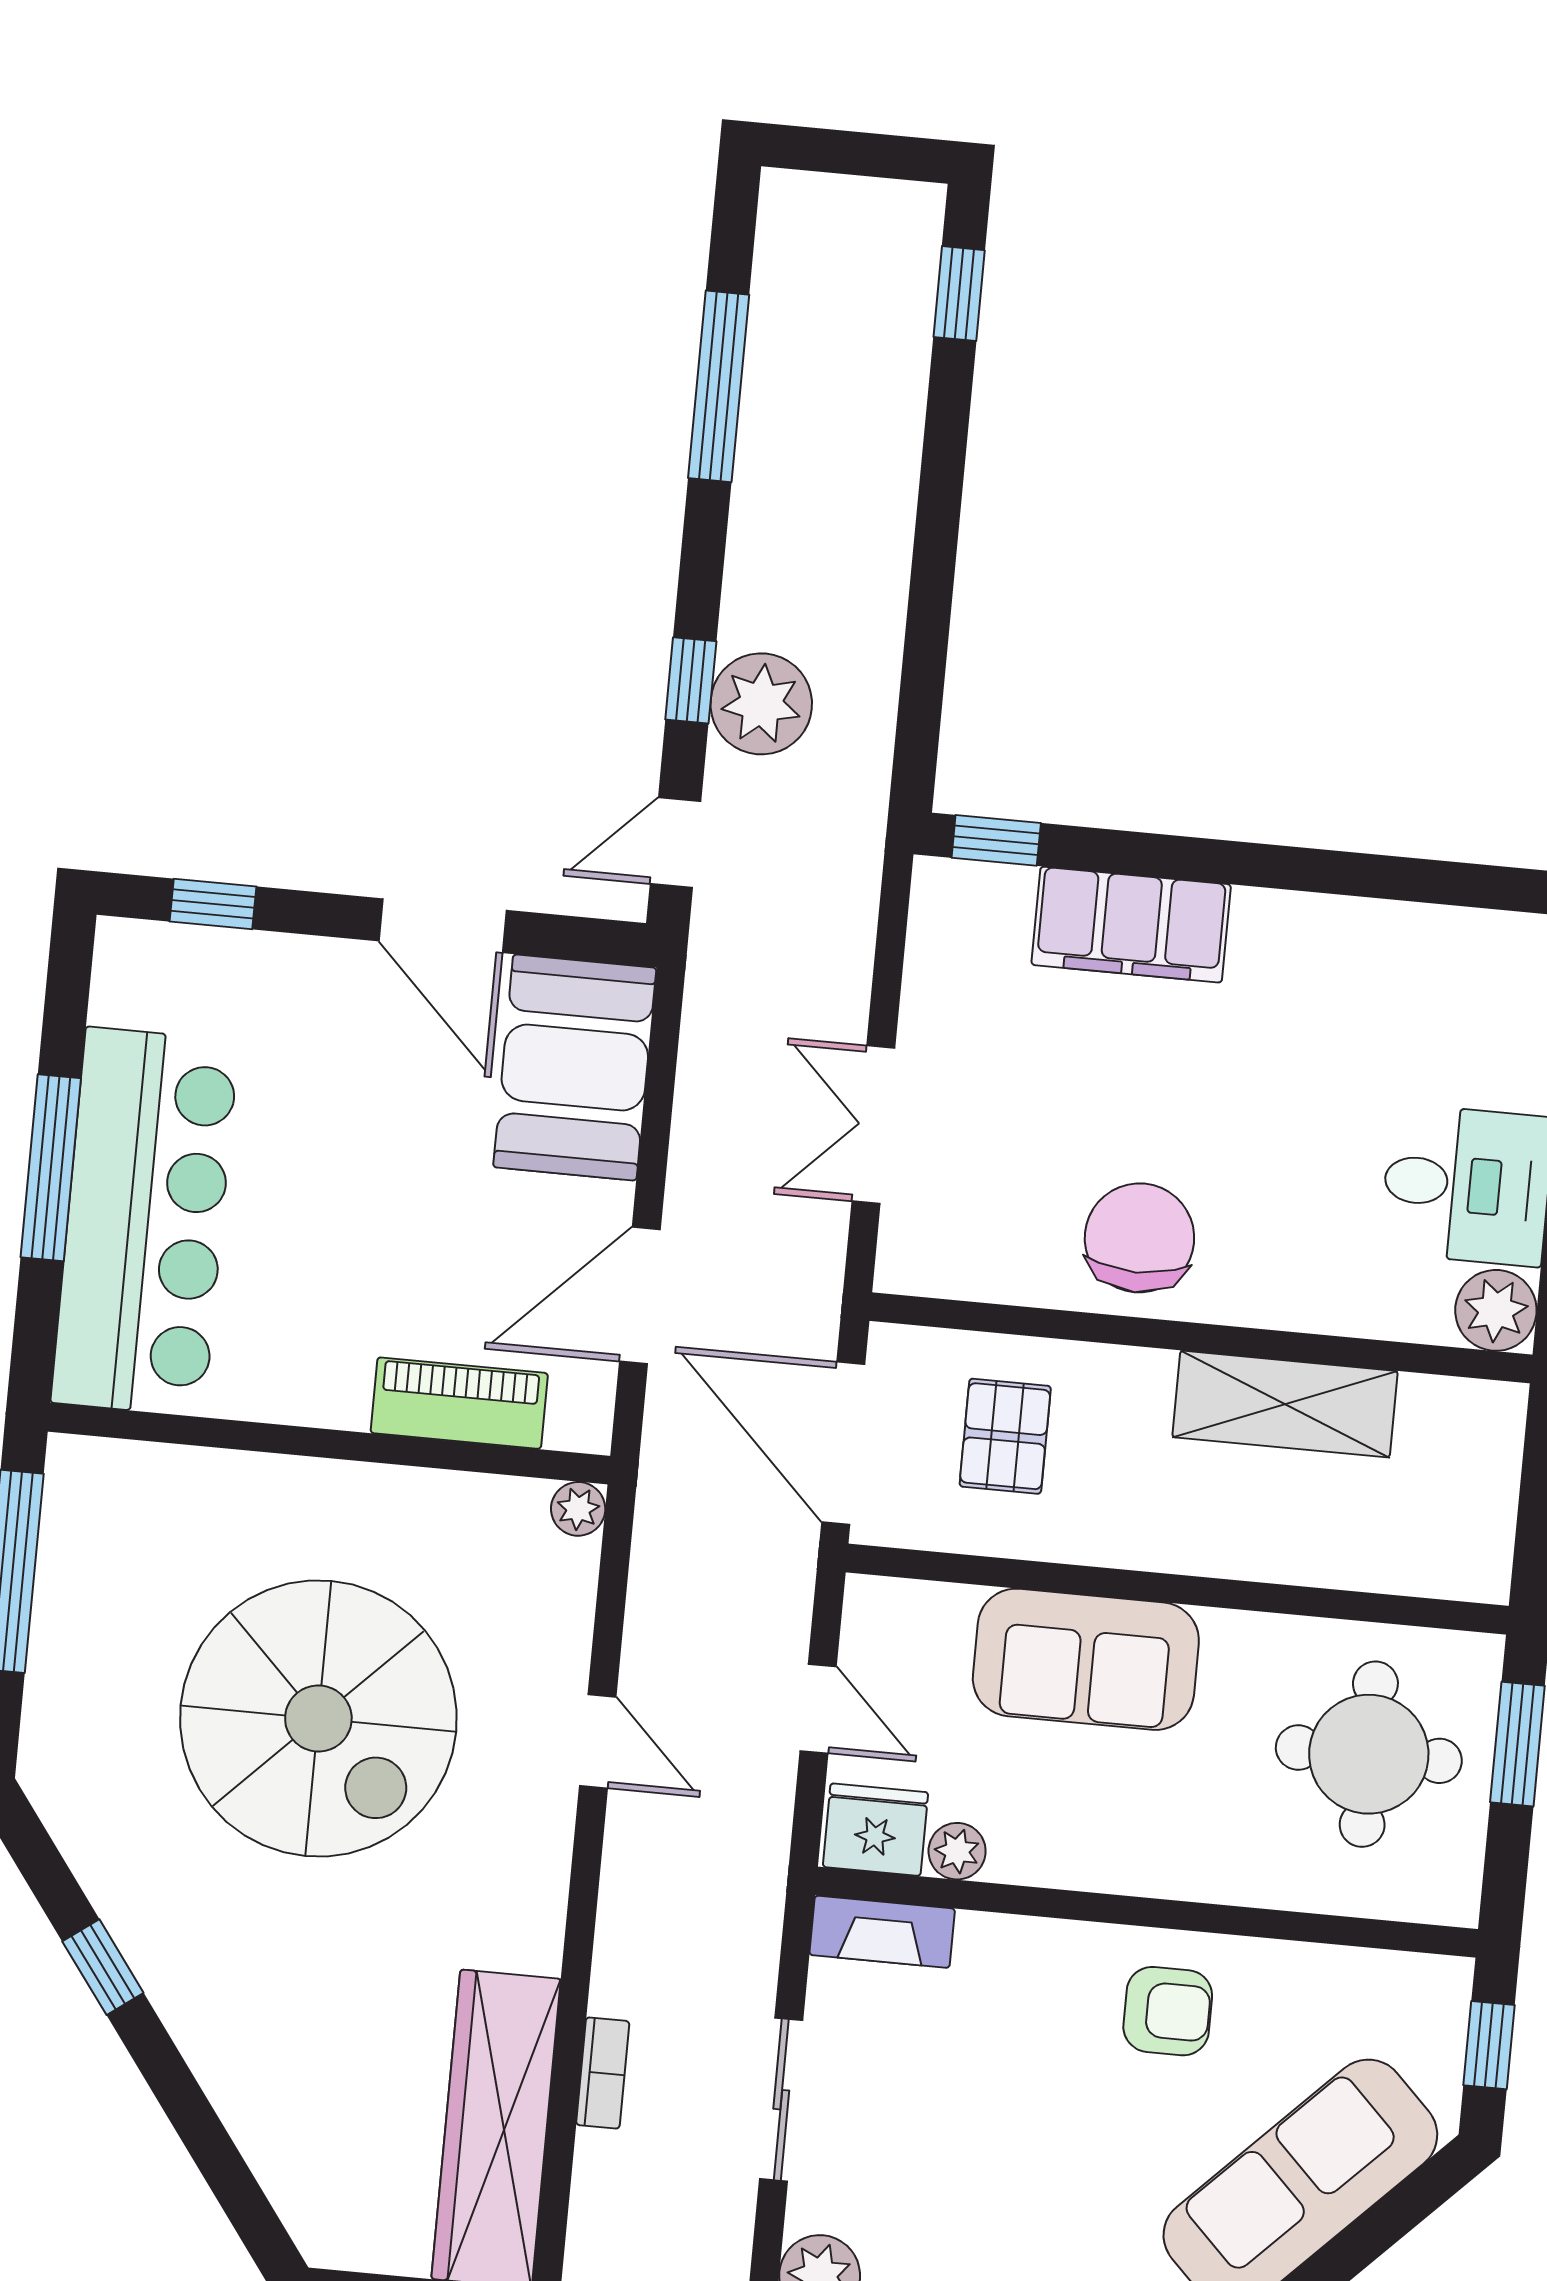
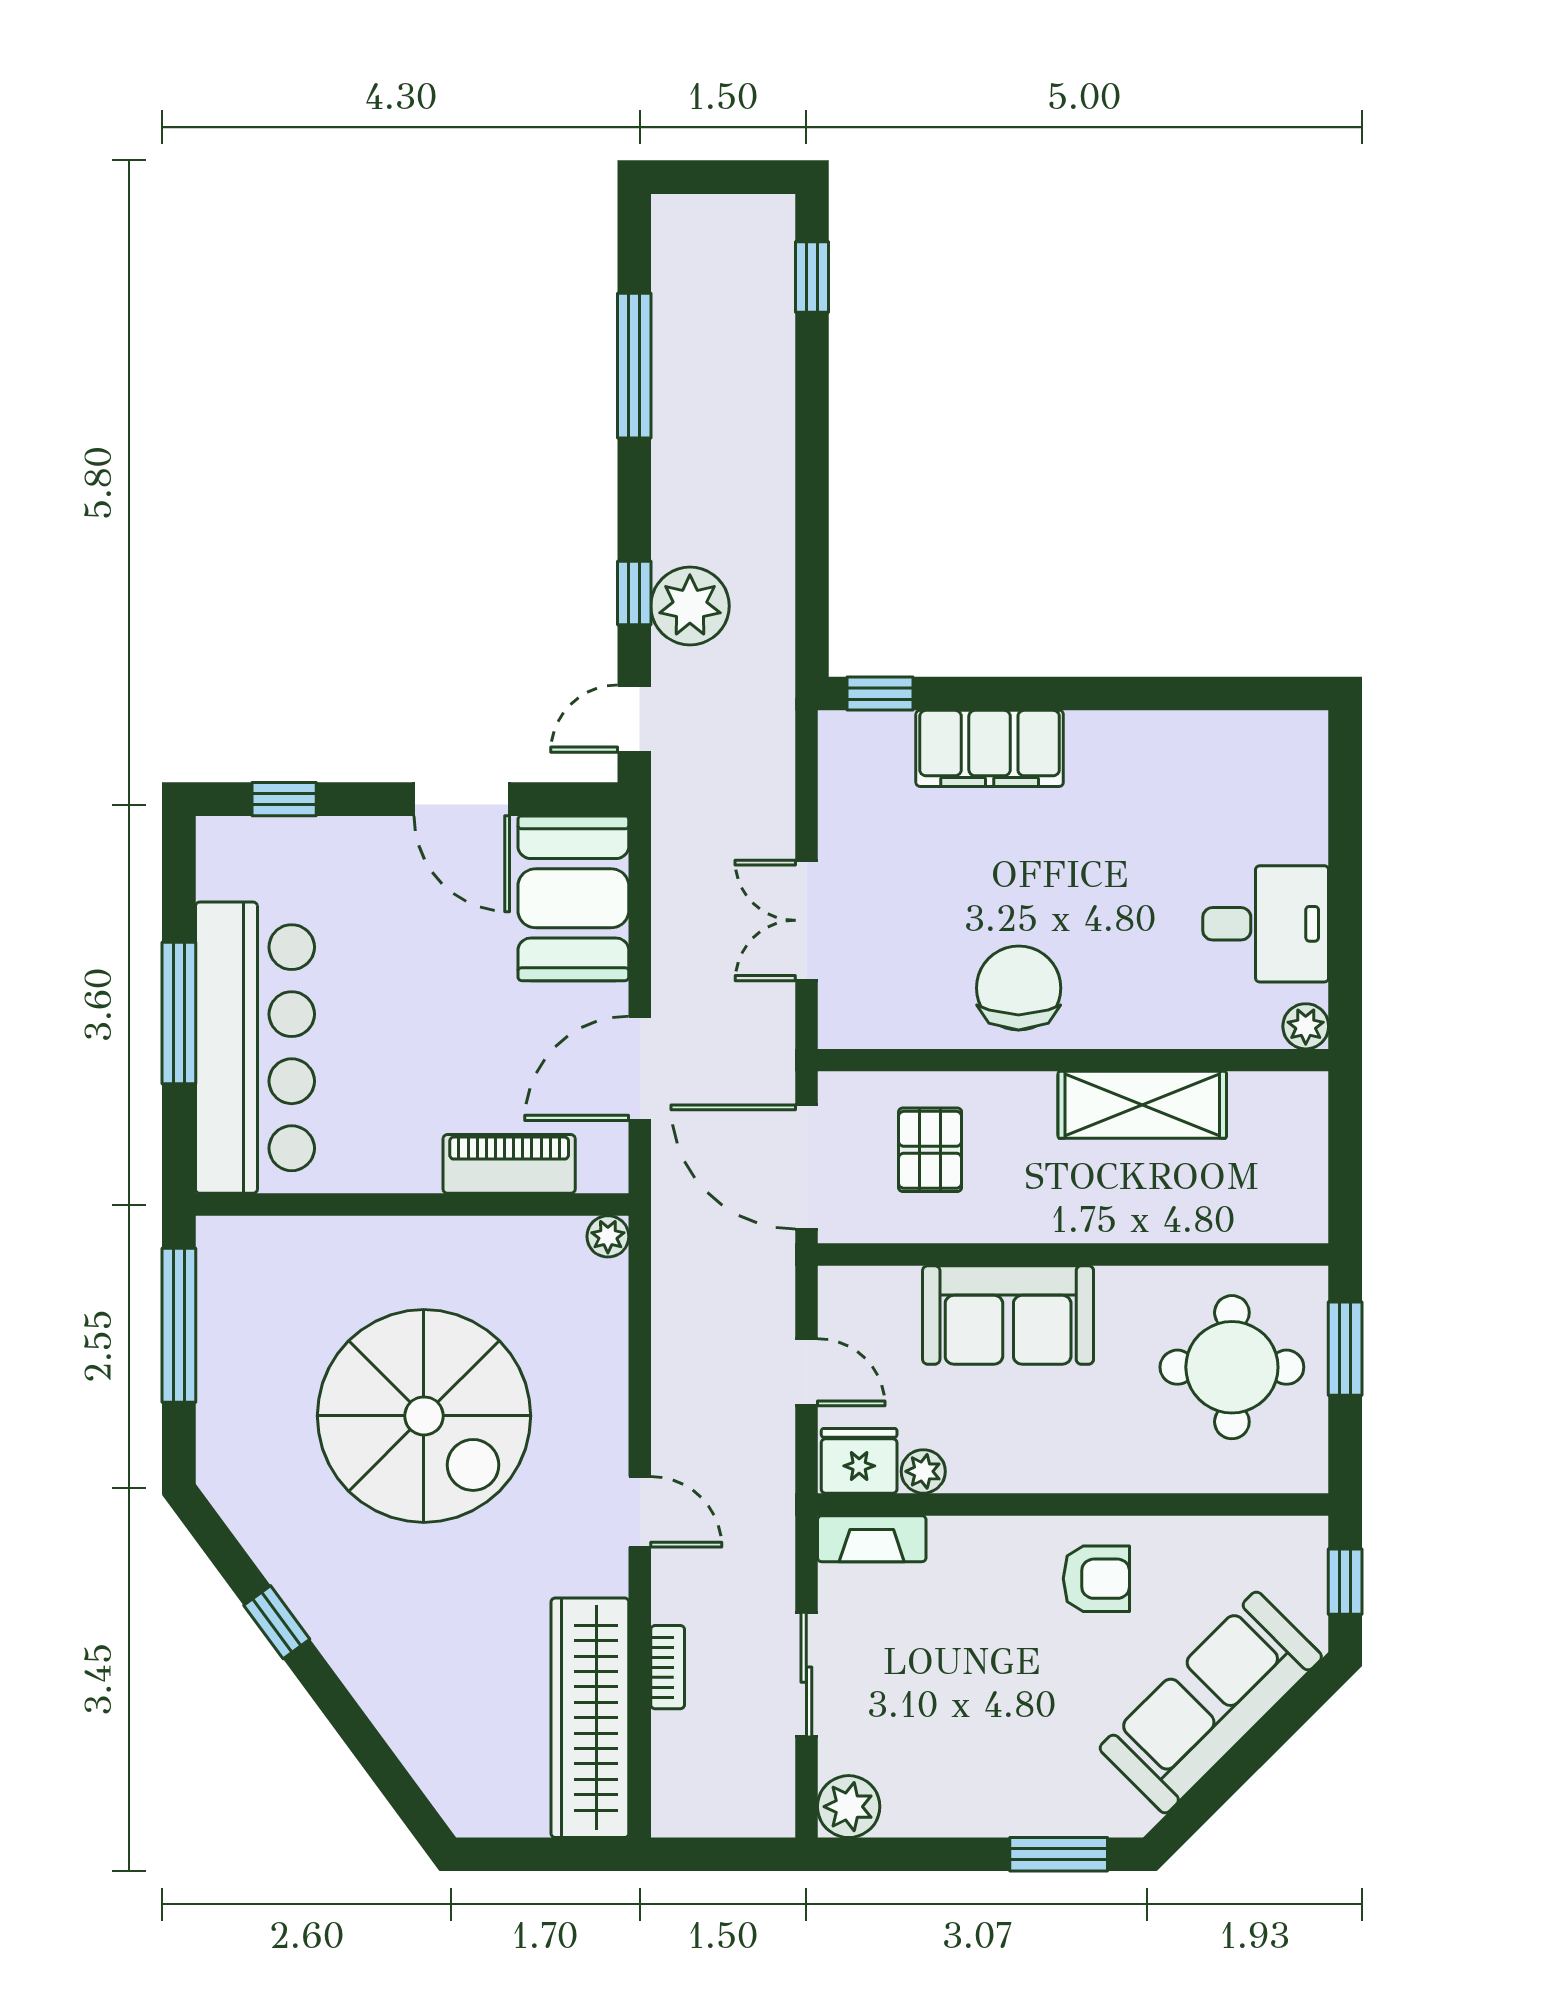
plant: (1496, 1310) -> (1306, 1026), width x0.73, depth x0.73
door: (598, 1741) -> (640, 1512), moved

